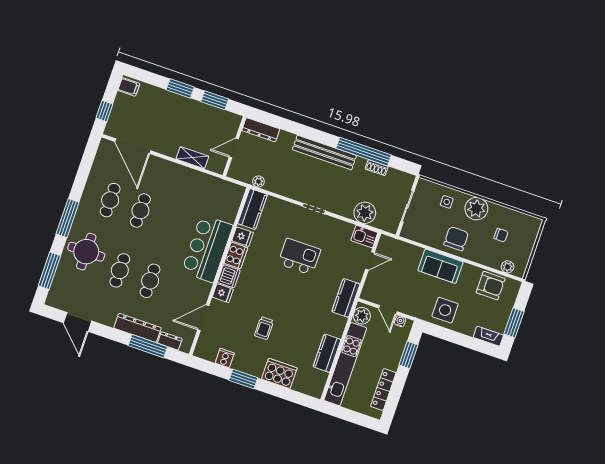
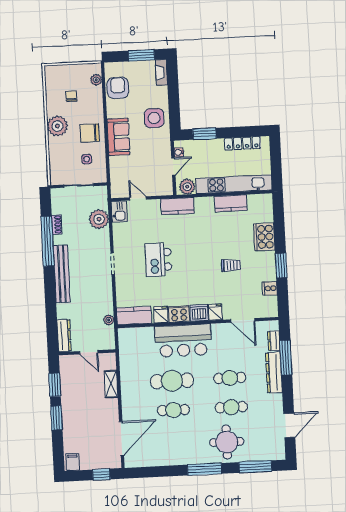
cafe table: (110, 200) -> (172, 381), moved, width x1.37, depth x1.35
side table: (447, 202) -> (87, 159), moved

